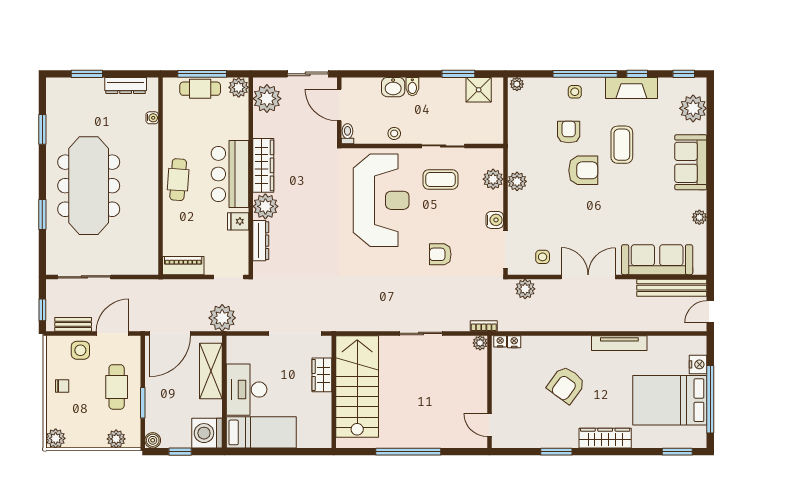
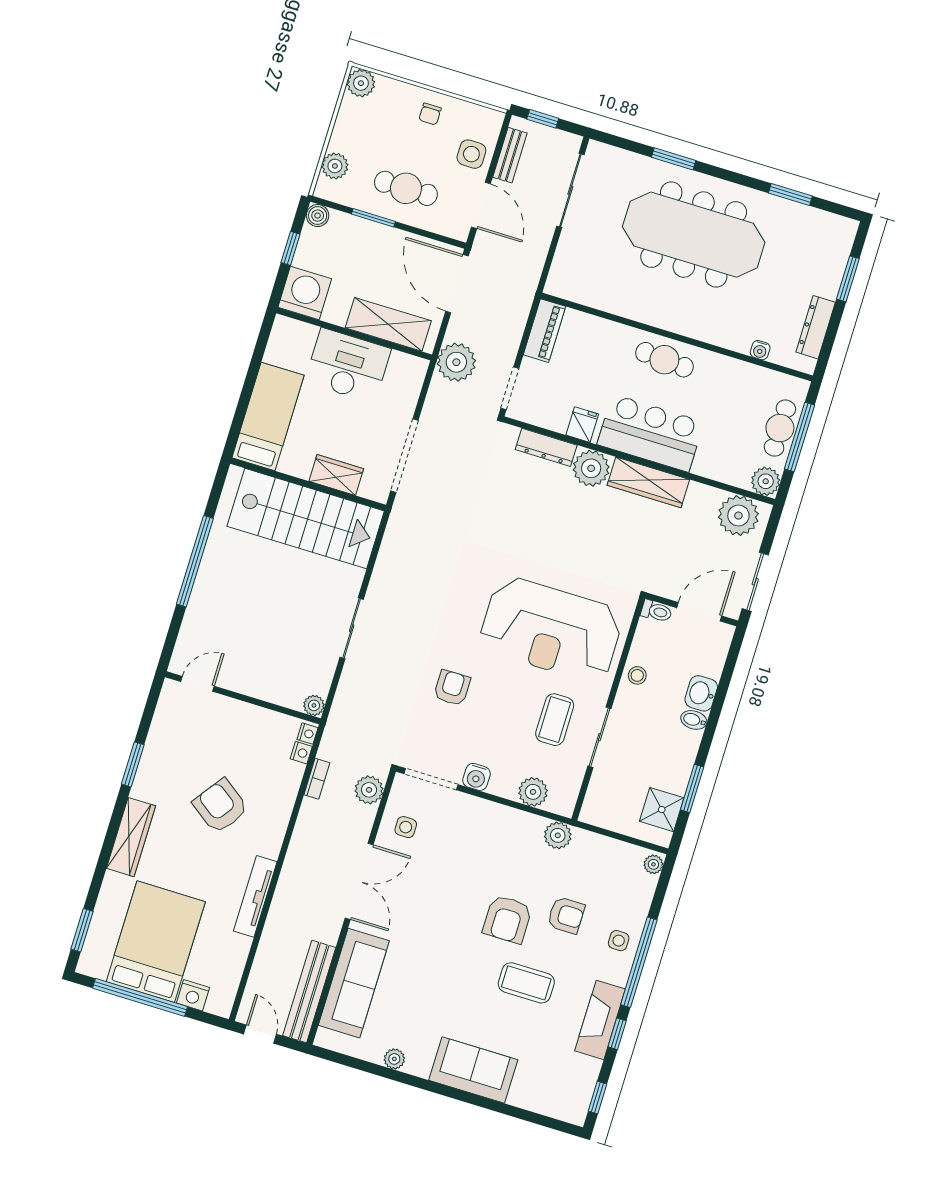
plant: (693, 108) -> (546, 1096), removed
plant: (517, 181) -> (558, 835), moved
bookcase: (484, 326) -> (317, 779), moved
bed: (261, 432) -> (268, 416), moved, turned 180

